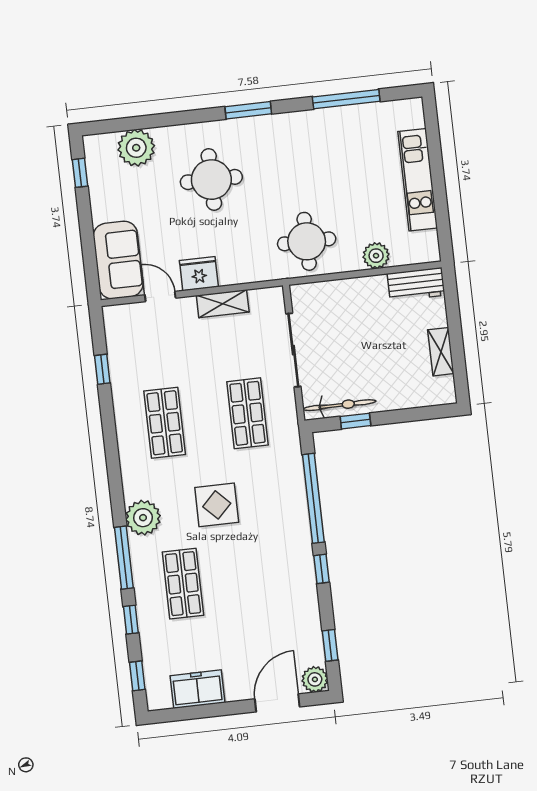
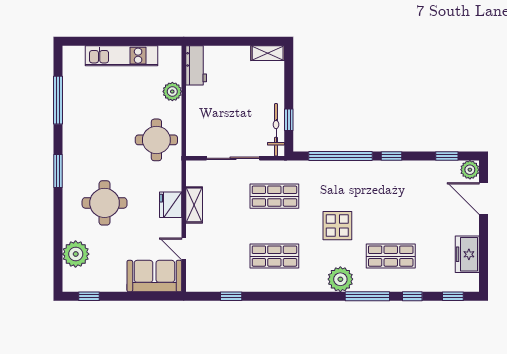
fridge: (199, 274) -> (171, 205), moved
door: (160, 296) -> (184, 249), hinge flipped
shelving: (441, 352) -> (268, 53), moved

